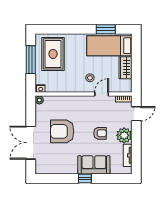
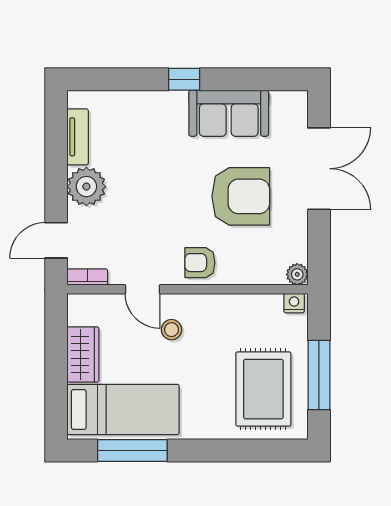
window: (106, 29) -> (132, 451), width x1.44
door: (102, 94) -> (142, 289), hinge flipped
armchair: (100, 133) -> (200, 263), moved
sofa: (94, 165) -> (229, 113), moved

